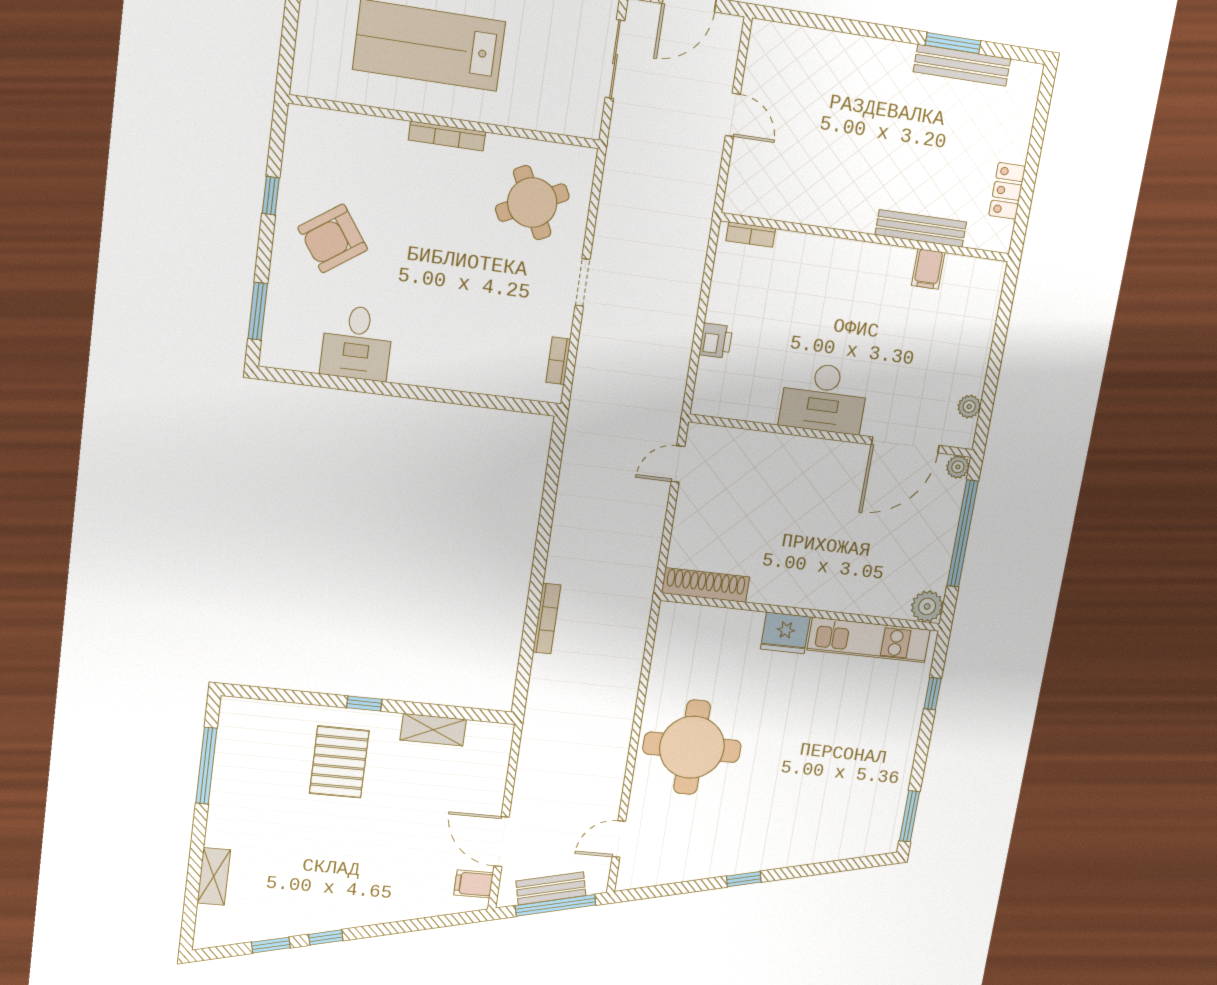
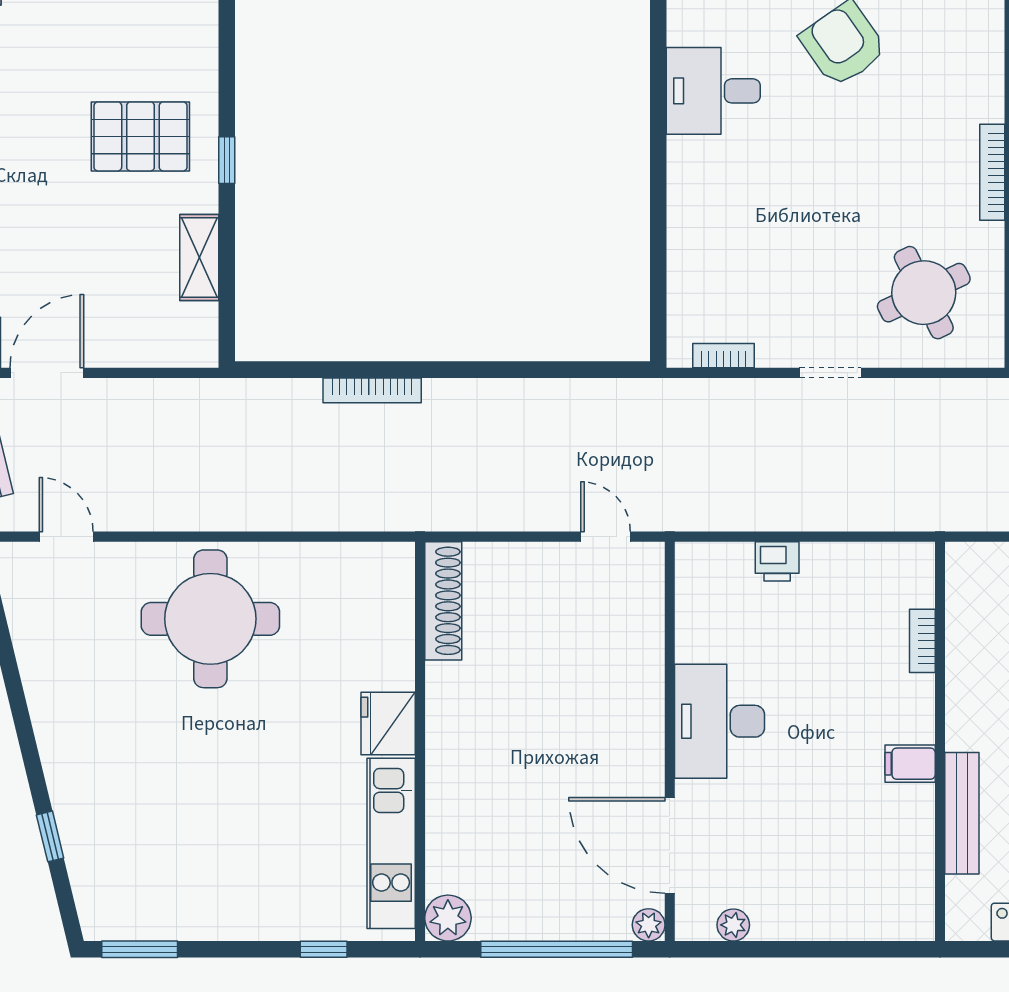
bookcase: (751, 235) -> (922, 641), moved
filing cabinet: (928, 269) -> (910, 764), moved
window: (744, 879) -> (50, 836), moved

